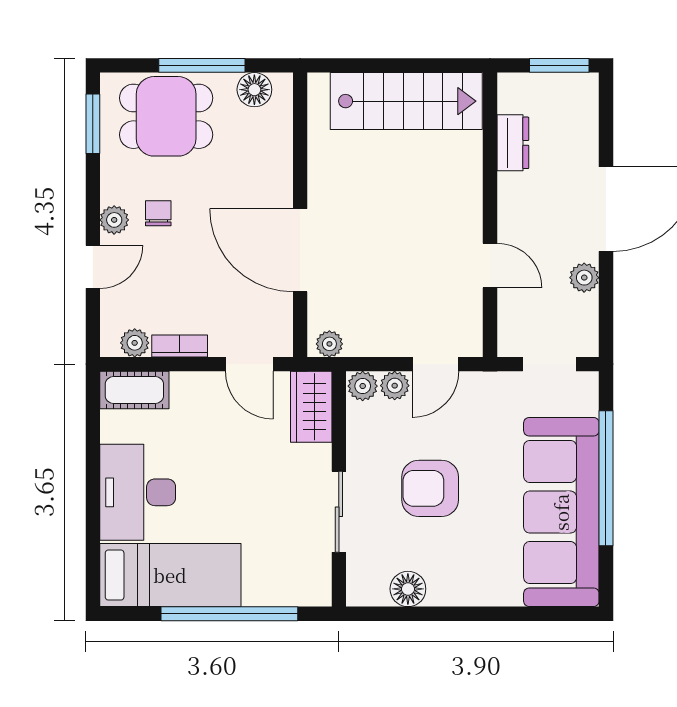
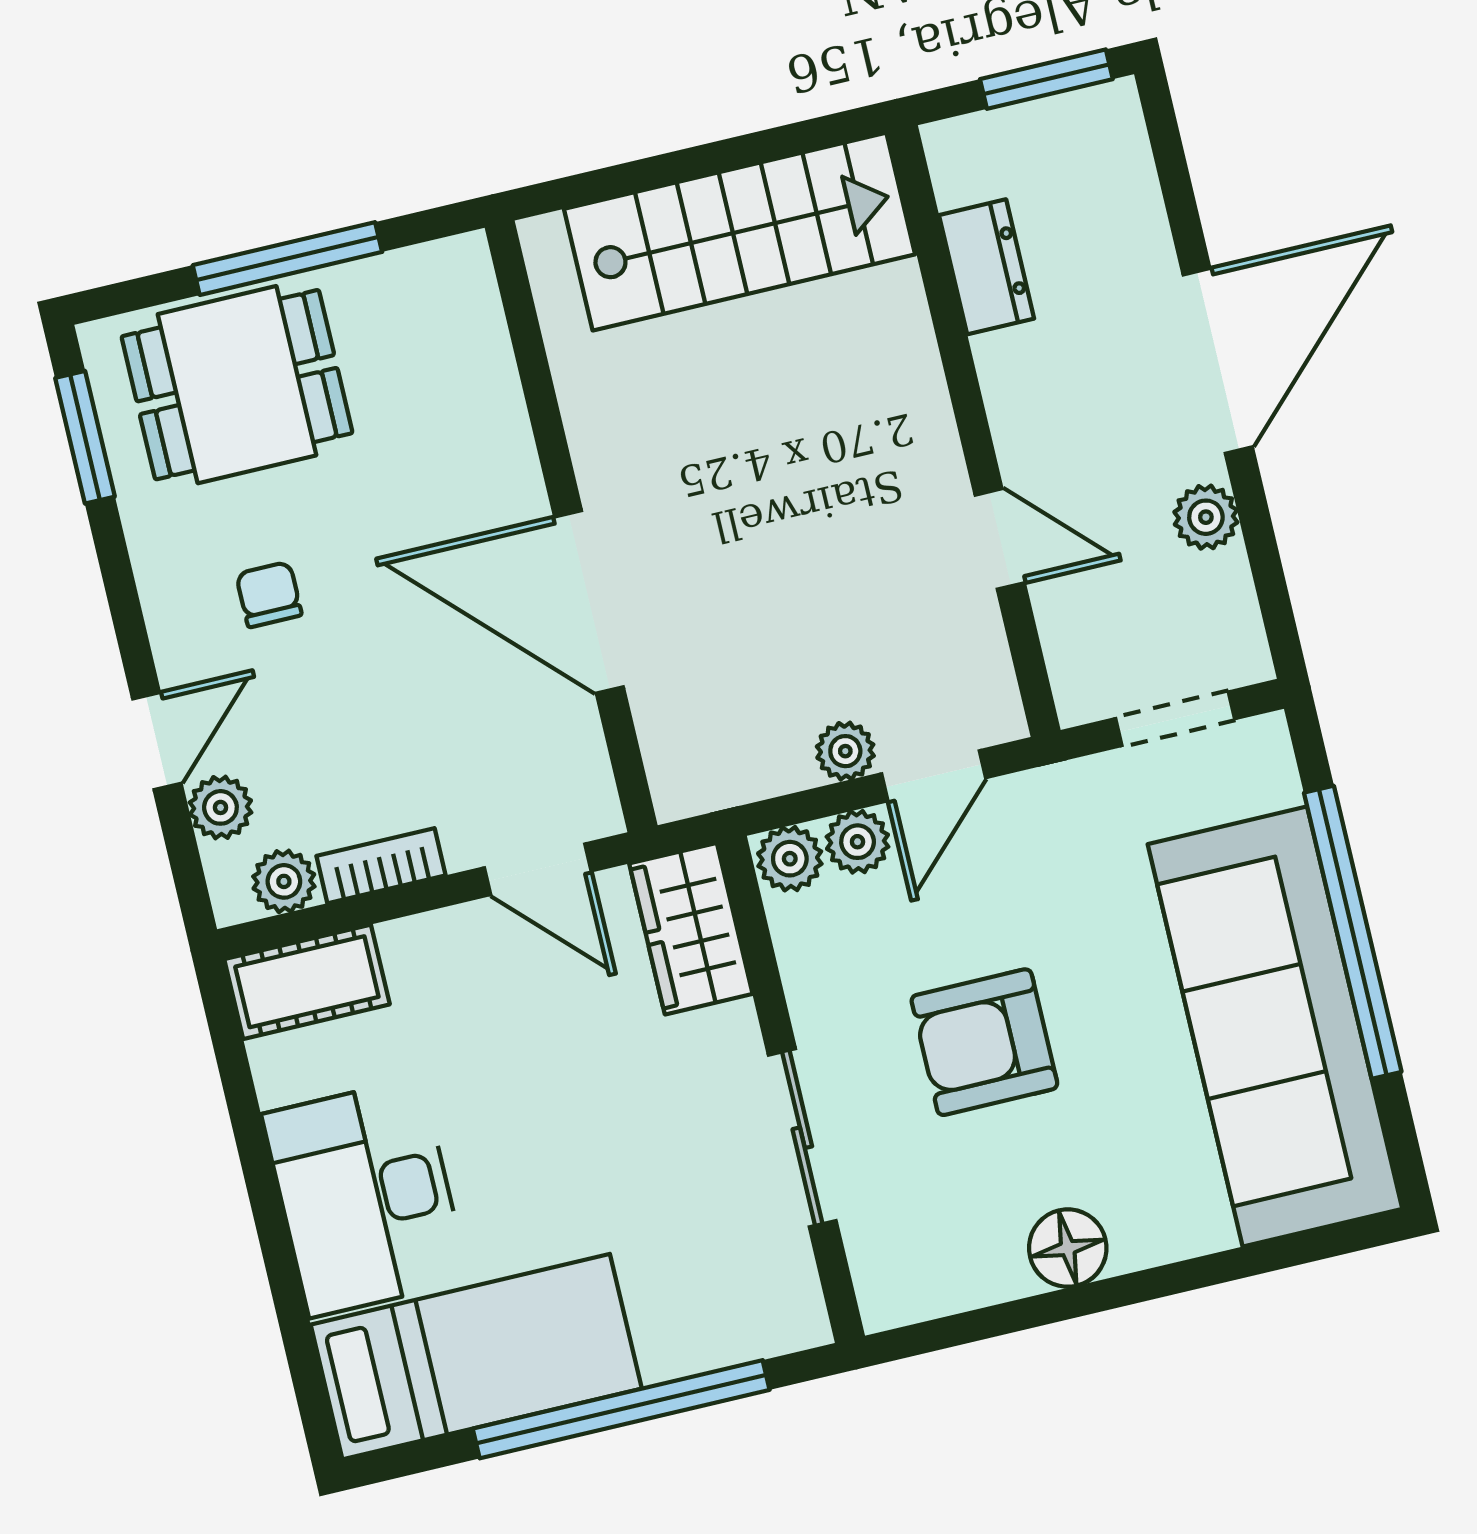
floor lamp: (254, 90) -> (411, 284), removed
plant: (114, 220) -> (220, 807), moved
plant: (329, 344) -> (845, 751), moved
floor lamp: (408, 589) -> (1068, 1248), moved

